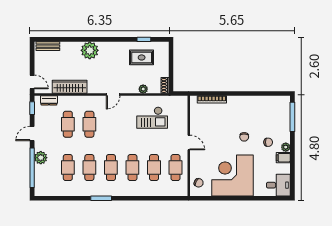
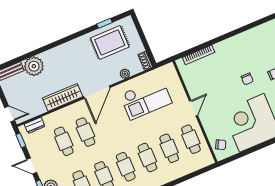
plant: (90, 50) -> (34, 66), moved
rug: (142, 57) -> (110, 42), width x1.36, depth x1.43
wardrobe: (70, 87) -> (63, 97), moved
door: (113, 95) -> (97, 92), width x1.88
checkout: (152, 118) -> (146, 99), width x1.36, depth x1.21
door: (32, 133) -> (32, 166), hinge flipped
door: (189, 142) -> (194, 108), hinge flipped

